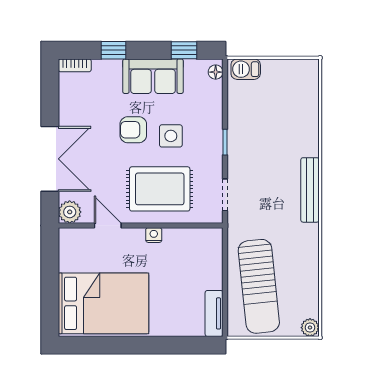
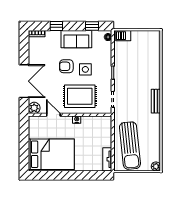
bench: (310, 190) -> (156, 101), width x0.73

